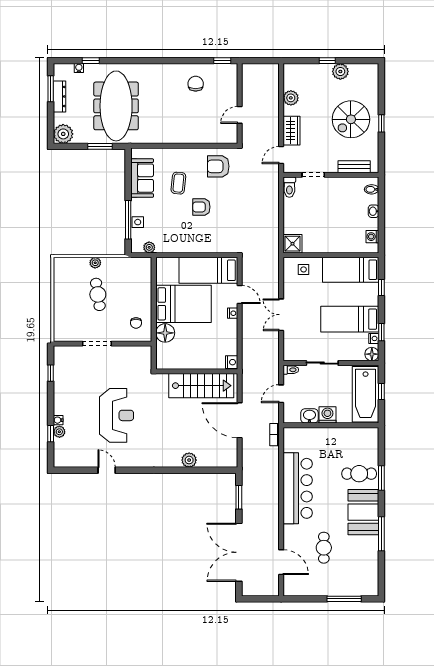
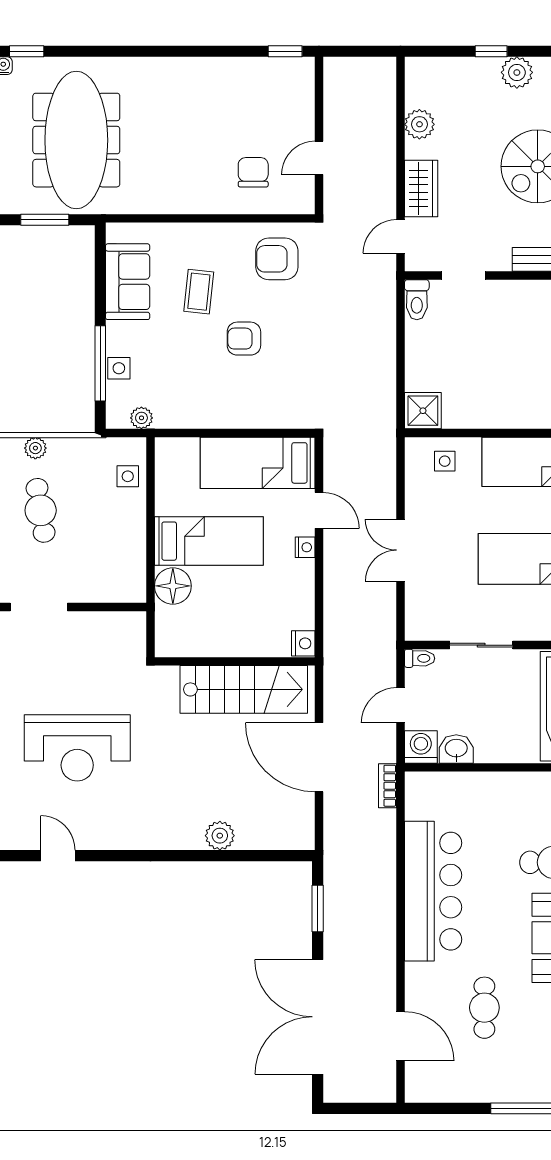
chair: (196, 84) -> (253, 172), moved
side table: (142, 277) -> (128, 476), added
bed: (184, 304) -> (209, 541), width x0.67
chair: (136, 323) -> (116, 566), removed
reception desk: (116, 415) -> (77, 748), turned 90
washing machine: (327, 415) -> (421, 747), moved

